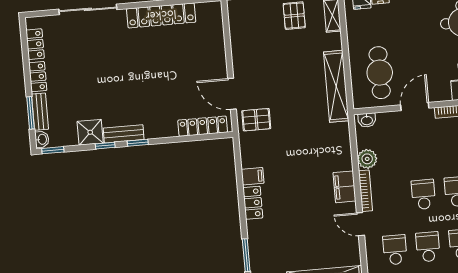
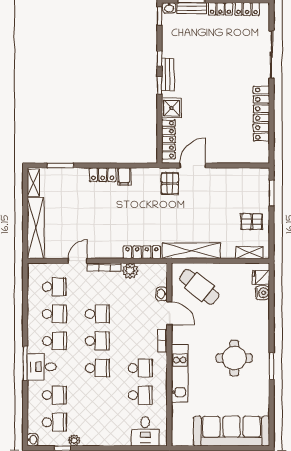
cafe table: (380, 73) -> (199, 287), turned 39
washbasin: (367, 120) -> (162, 294), moved
shower: (90, 132) -> (171, 108), moved
locker: (343, 146) -> (142, 252), added
filing cabinet: (344, 187) -> (109, 250), removed

